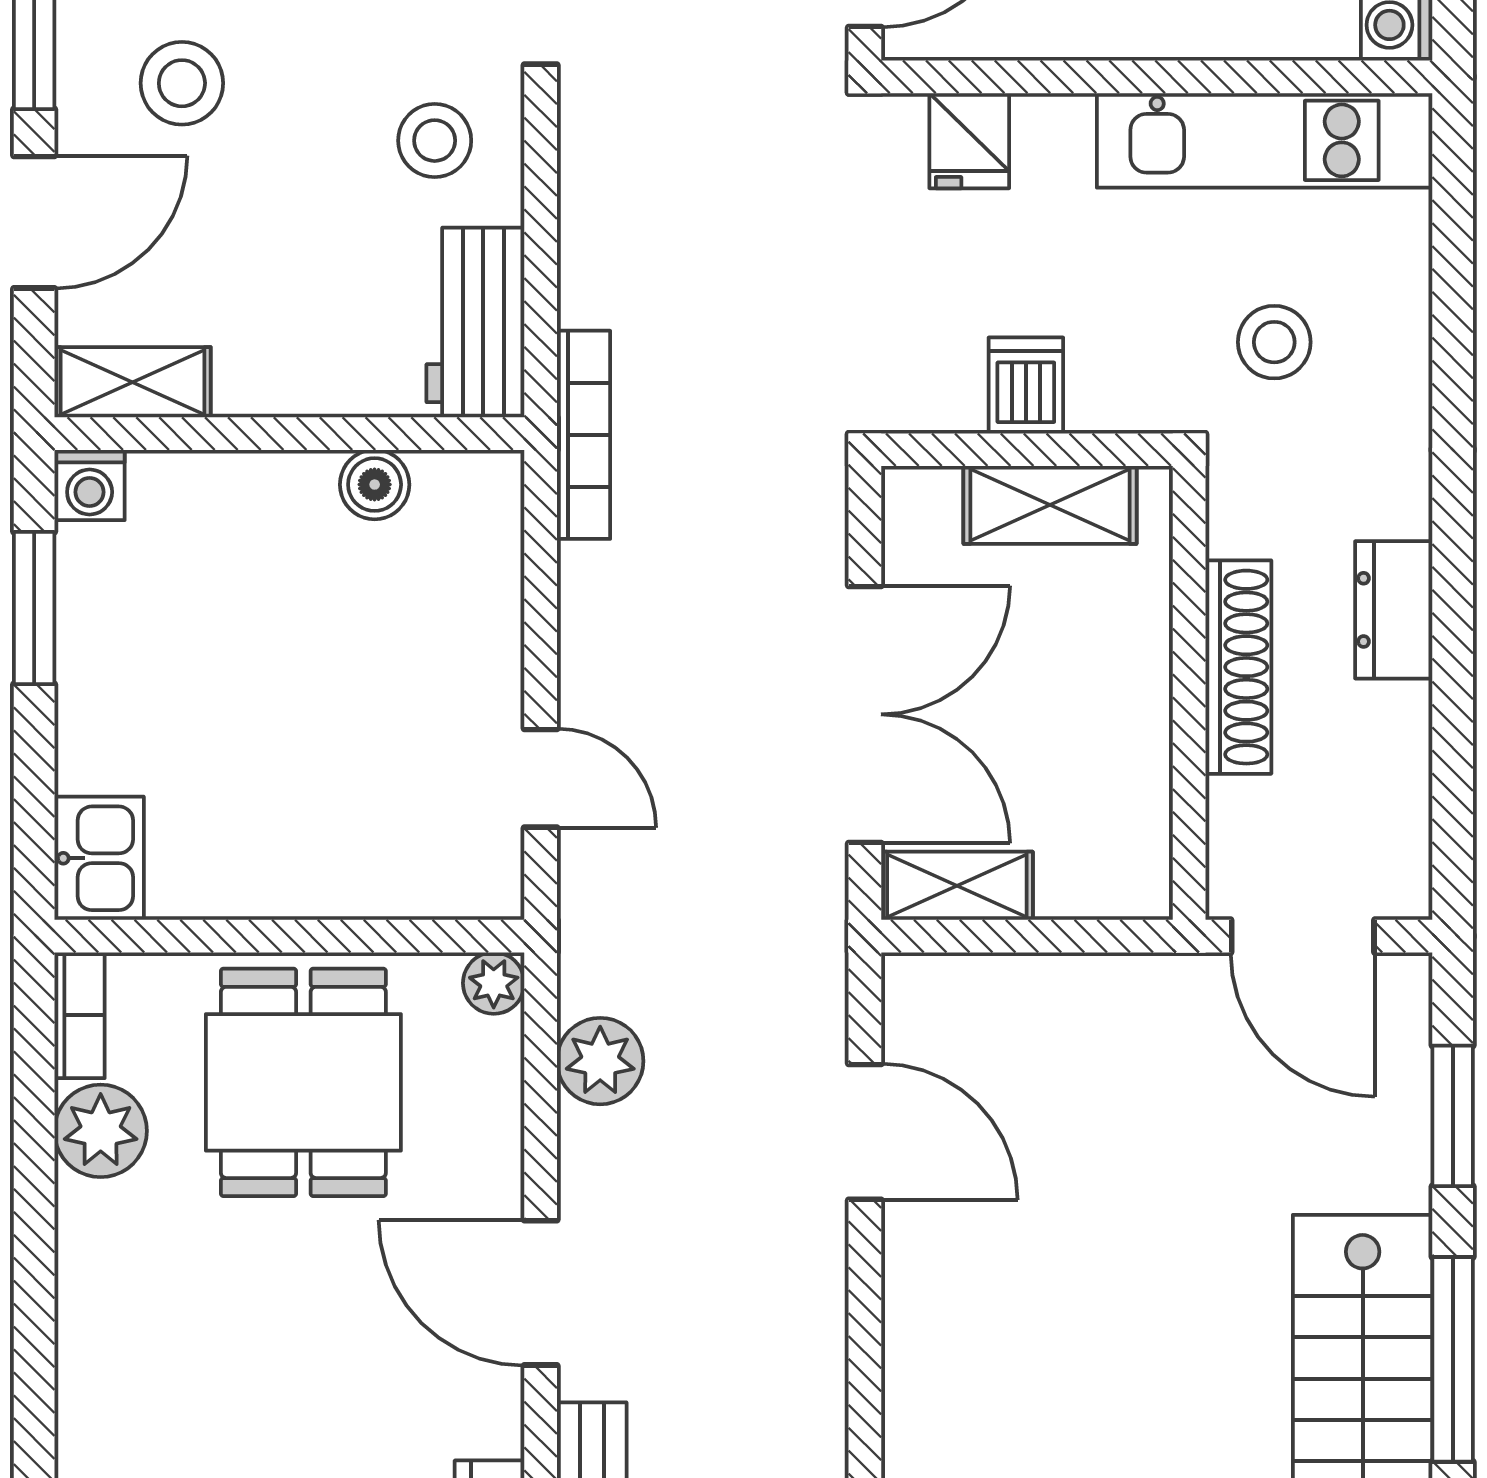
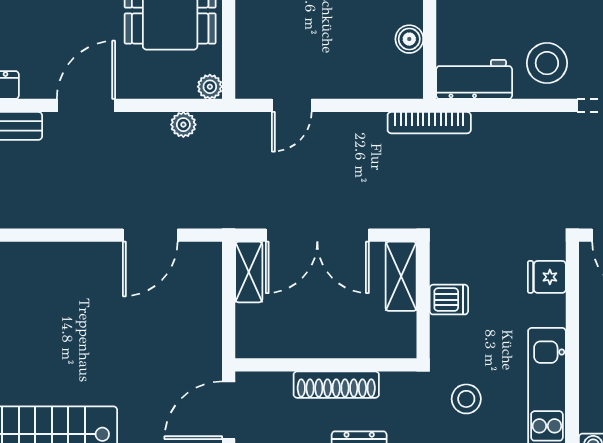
stool: (435, 141) -> (547, 63), width x1.38, depth x1.38
shelving: (1050, 505) -> (401, 276), moved
plant: (600, 1061) -> (183, 125), width x0.73, depth x0.73

